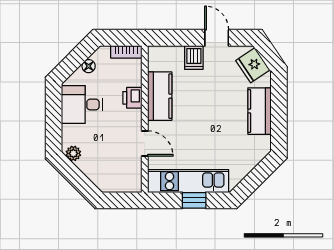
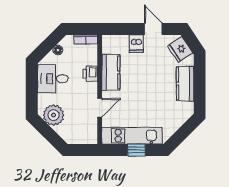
door: (145, 144) -> (100, 108), hinge flipped
plant: (73, 153) -> (53, 115), width x1.88, depth x1.88

